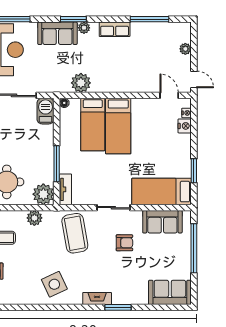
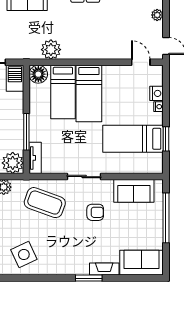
floor lamp: (64, 103) -> (38, 74), width x1.89, depth x1.89
nightstand: (187, 113) -> (158, 107), moved
bed: (162, 192) -> (133, 139), moved
coffee table: (75, 233) -> (45, 203), turned -60
fireplace: (97, 299) -> (104, 269), moved

